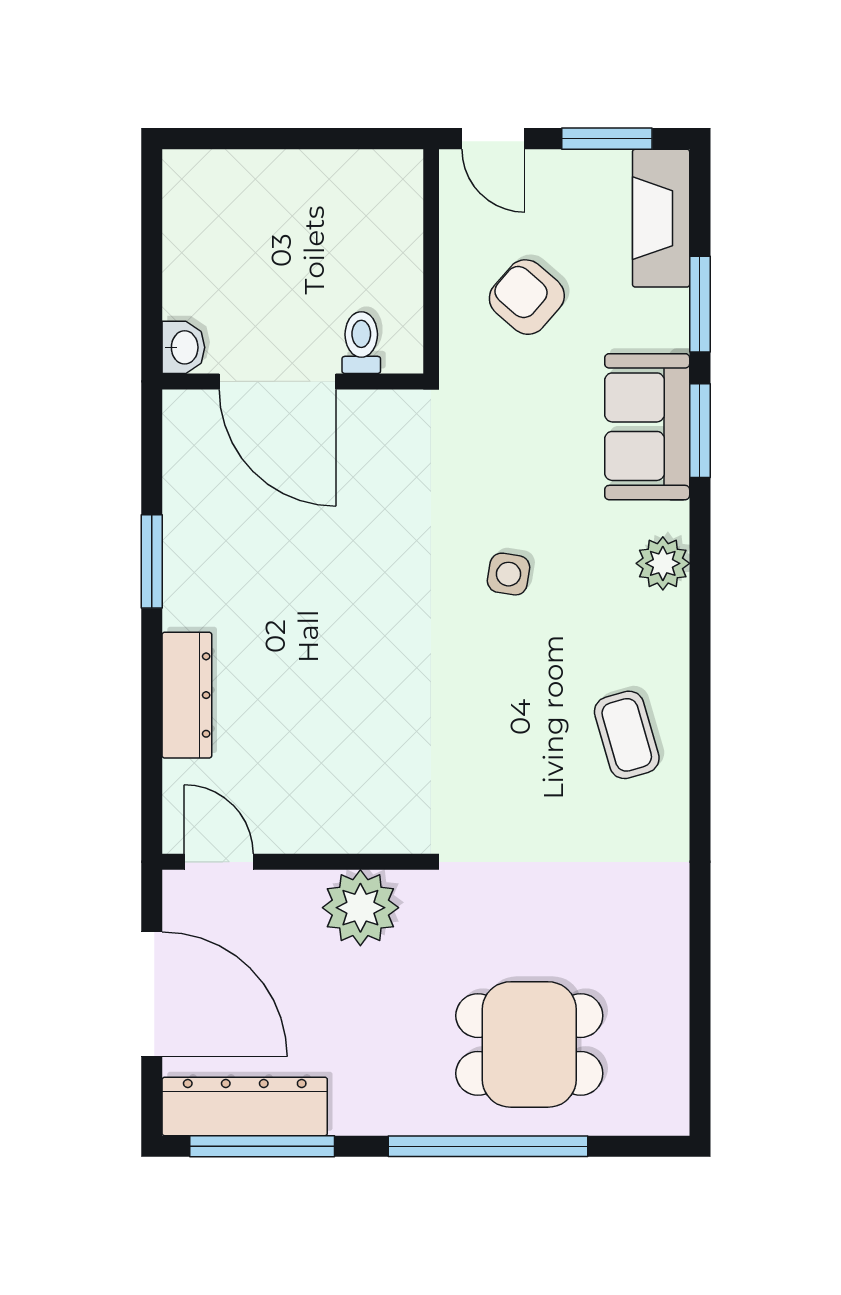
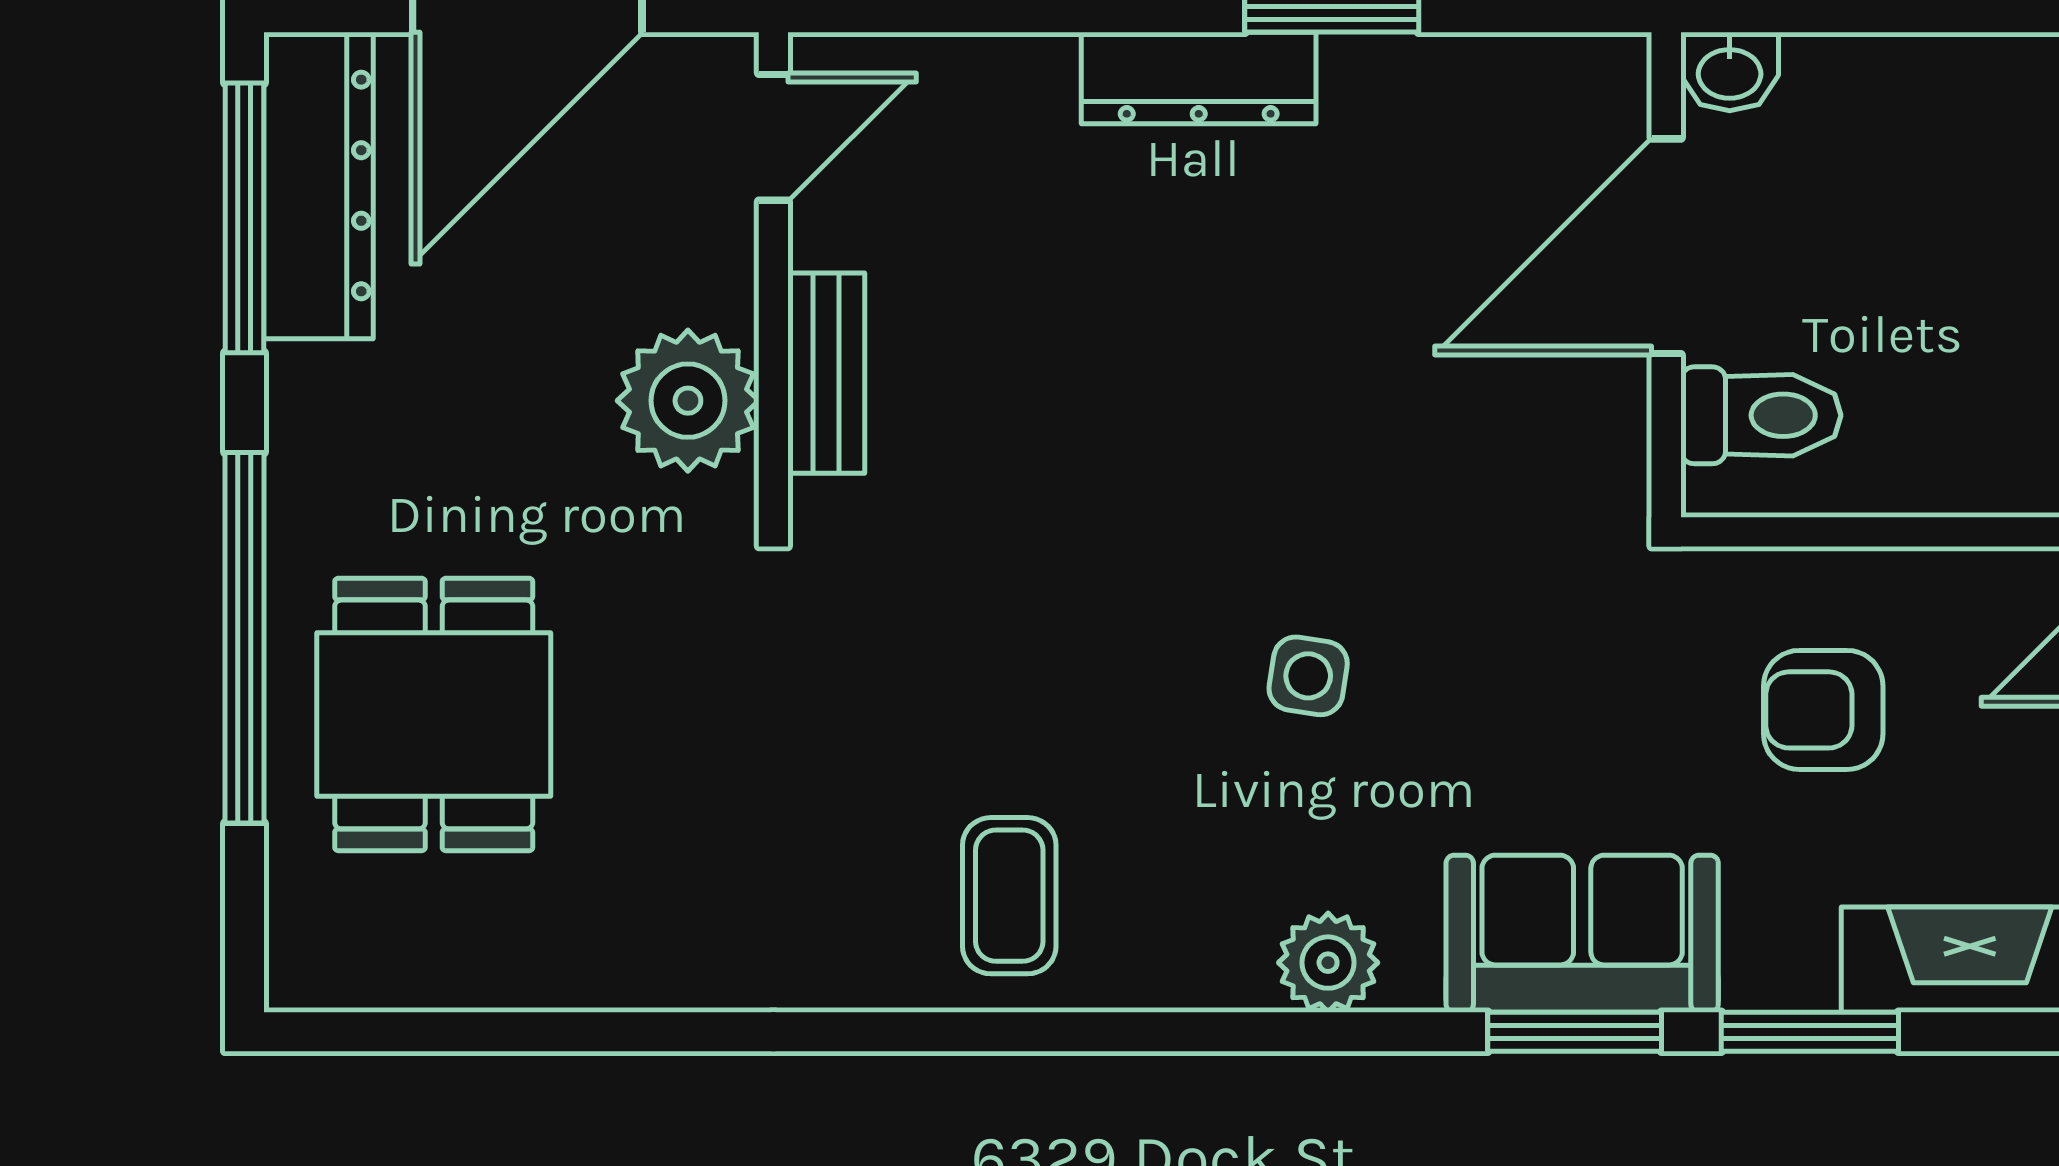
armchair: (527, 297) -> (1823, 710), turned -131
toilet: (361, 343) -> (1761, 415), width x1.37, depth x1.39
dresser: (187, 695) -> (1199, 78), moved
coffee table: (627, 735) -> (1009, 896), turned -74
bench: (346, 833) -> (826, 373), added

